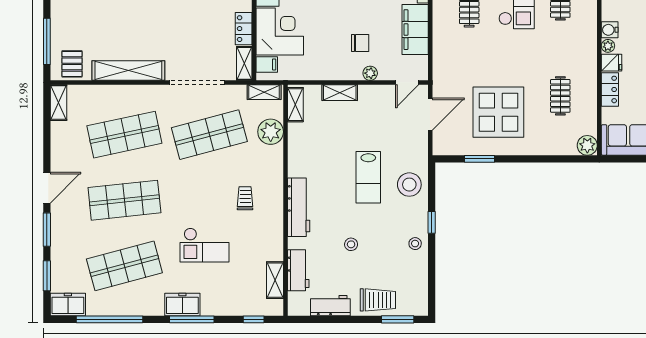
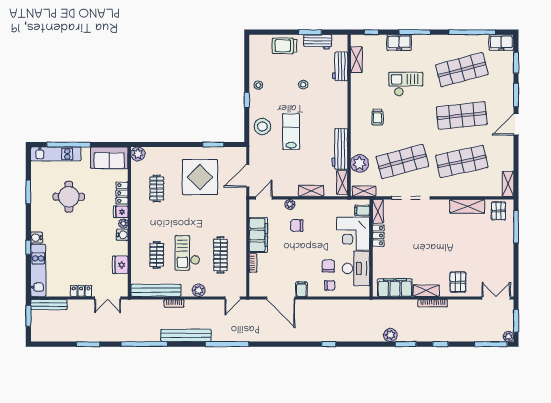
shelving: (128, 70) -> (467, 206), width x0.68
workbench: (299, 207) -> (340, 149), moved
freezer: (182, 304) -> (399, 43), moved
window: (398, 319) -> (310, 32), moved

